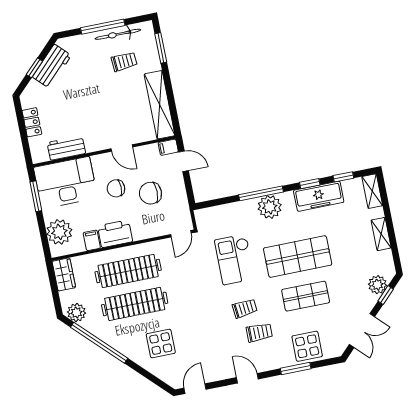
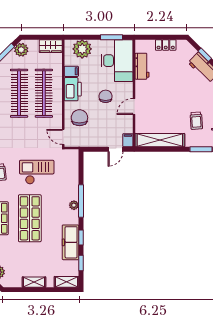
chair: (150, 193) -> (79, 118), moved
plant: (270, 207) -> (74, 205), width x0.53, depth x0.53

